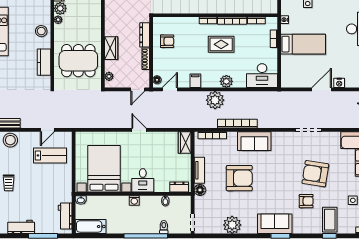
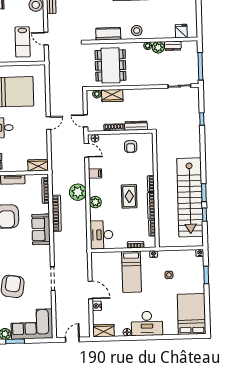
wardrobe: (111, 48) -> (112, 96), moved

